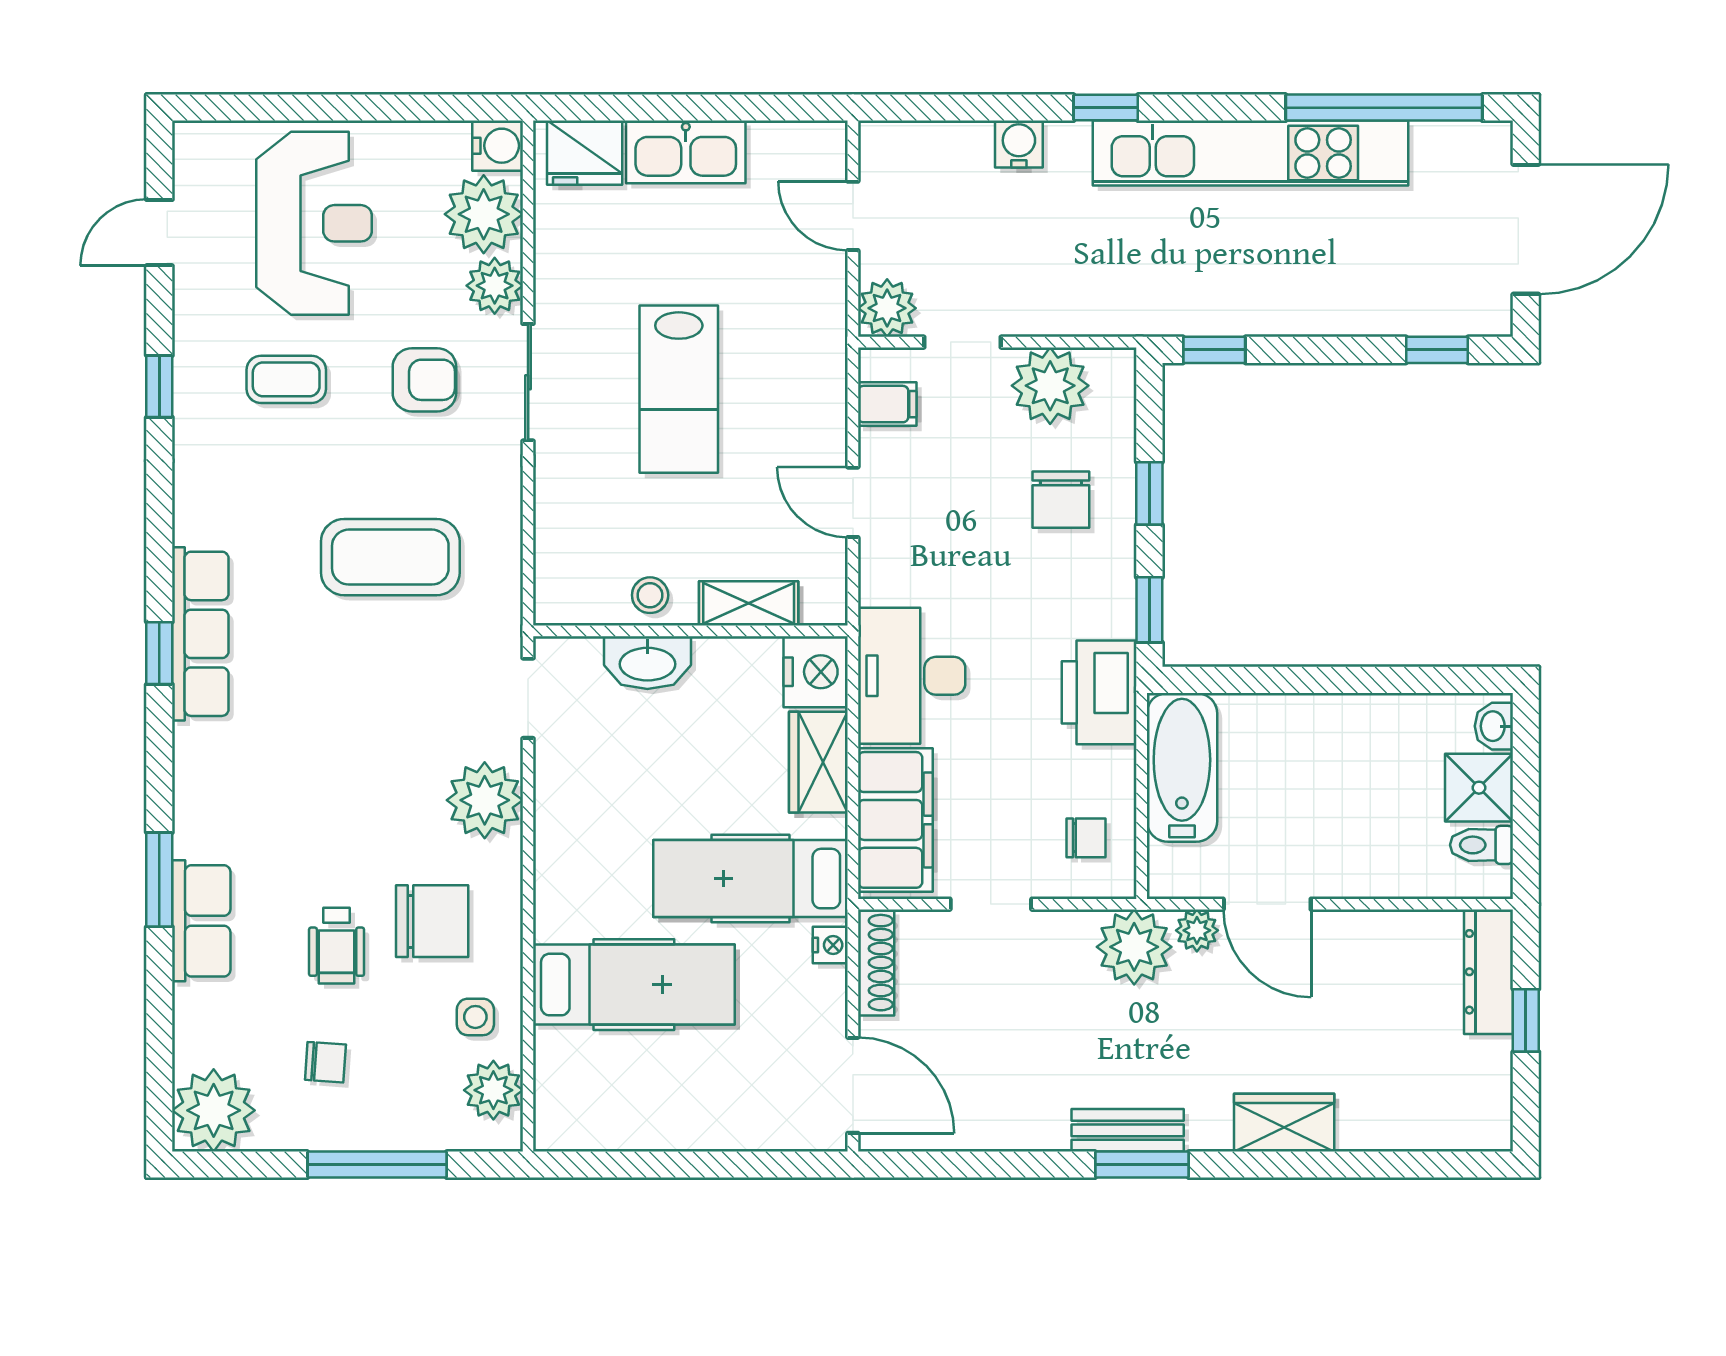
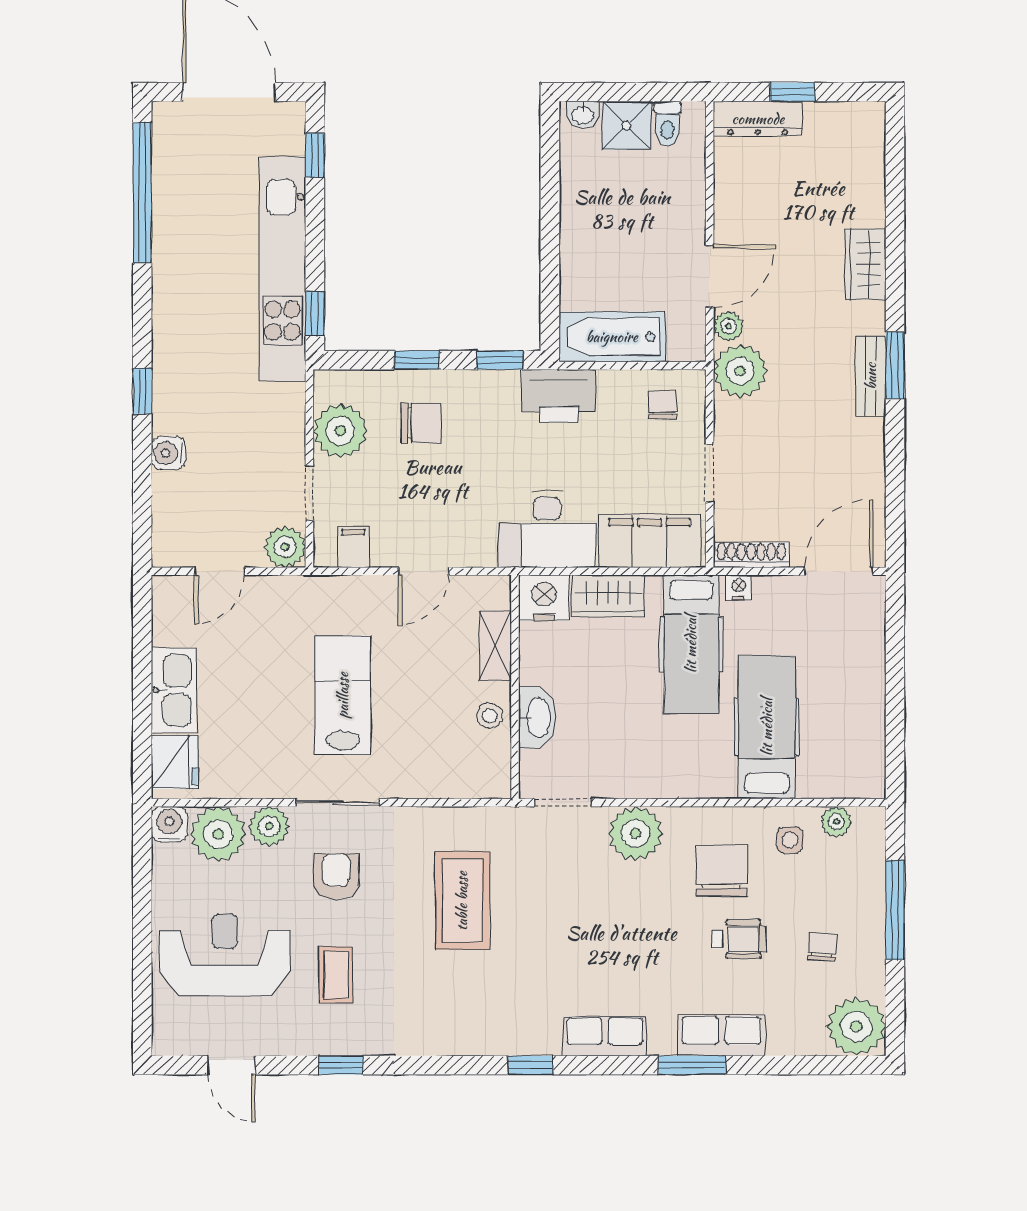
kitchen unit: (1251, 153) -> (282, 269), moved, turned 180
lab bench: (679, 389) -> (343, 695), turned -90
row of seats: (200, 634) -> (605, 1036), moved, width x0.68
plant: (493, 1090) -> (836, 822), width x0.73, depth x0.73

